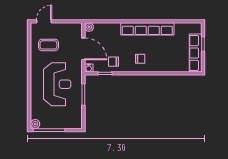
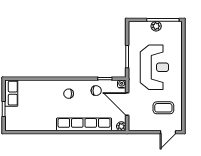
row of seats: (147, 29) -> (84, 124), moved
row of seats: (196, 53) -> (11, 93), width x0.68
reception desk: (57, 84) -> (154, 67), turned 180
plant: (35, 124) -> (156, 26), moved

